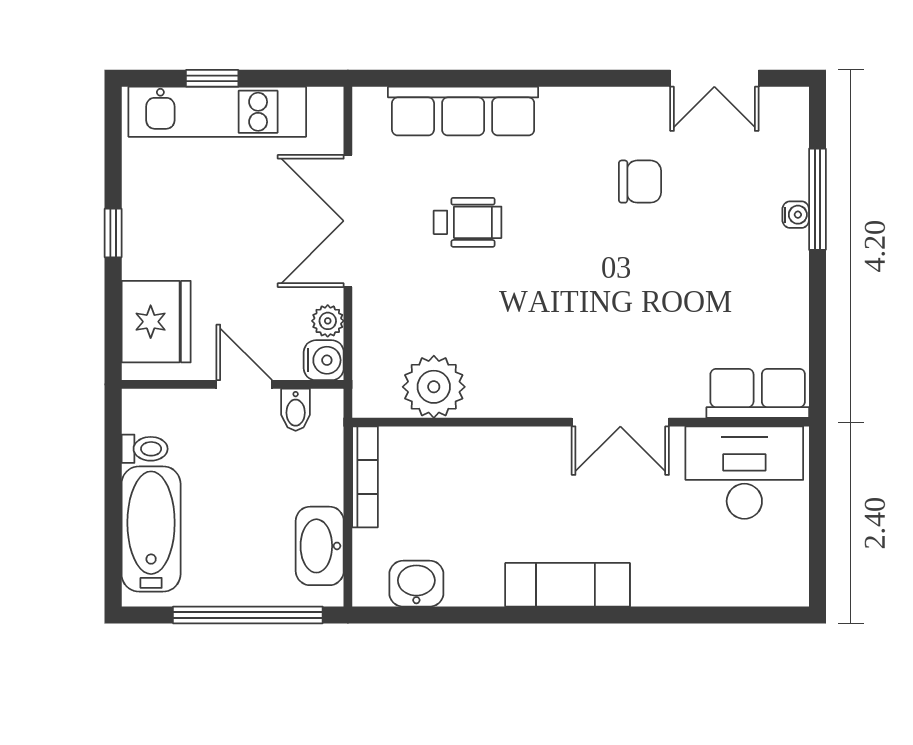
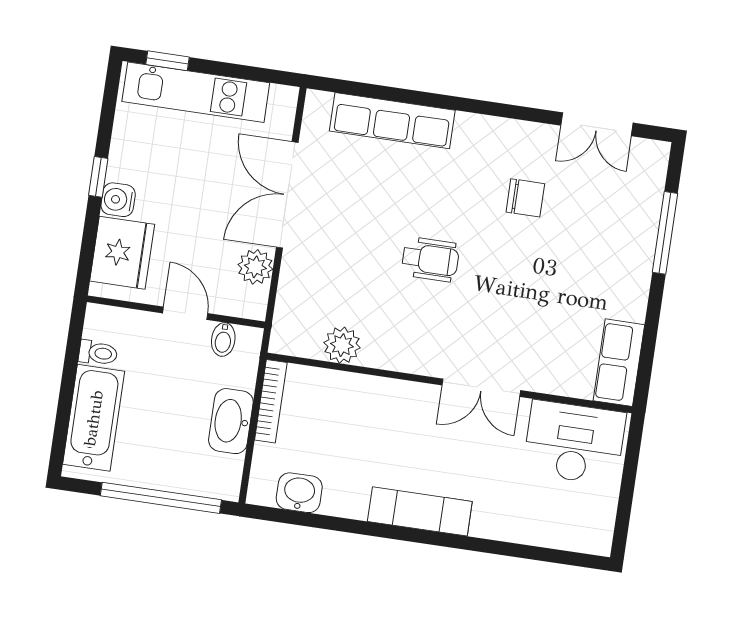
window: (212, 78) -> (168, 61), moved
water cooler: (796, 215) -> (646, 243), removed
wheelchair: (468, 222) -> (430, 259), moved
plant: (328, 321) -> (255, 267), width x1.38, depth x1.38
water cooler: (324, 360) -> (118, 200), moved, turned 180
plant: (434, 387) -> (342, 345), width x0.73, depth x0.73
row of seats: (758, 393) -> (619, 363), moved, turned -90
washbasin: (320, 546) -> (231, 421), moved

